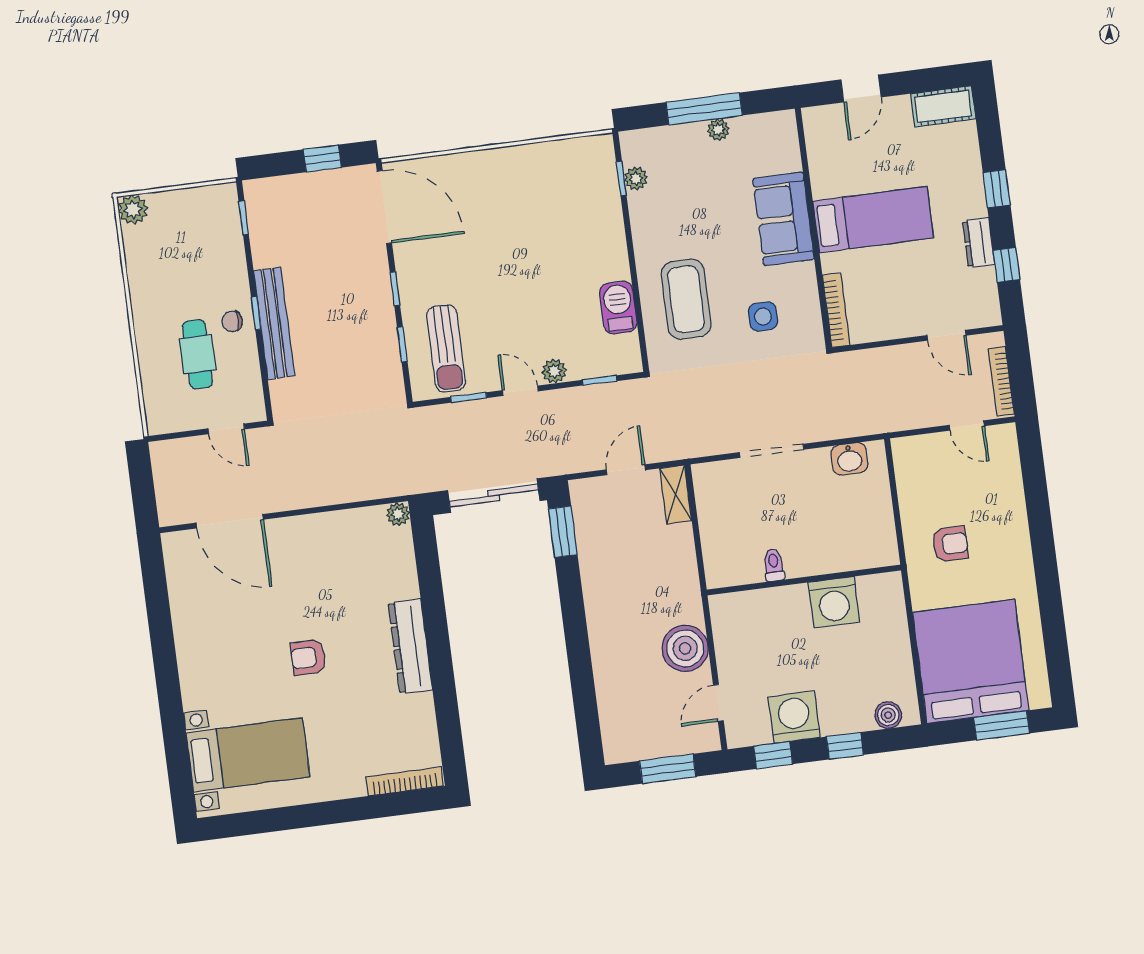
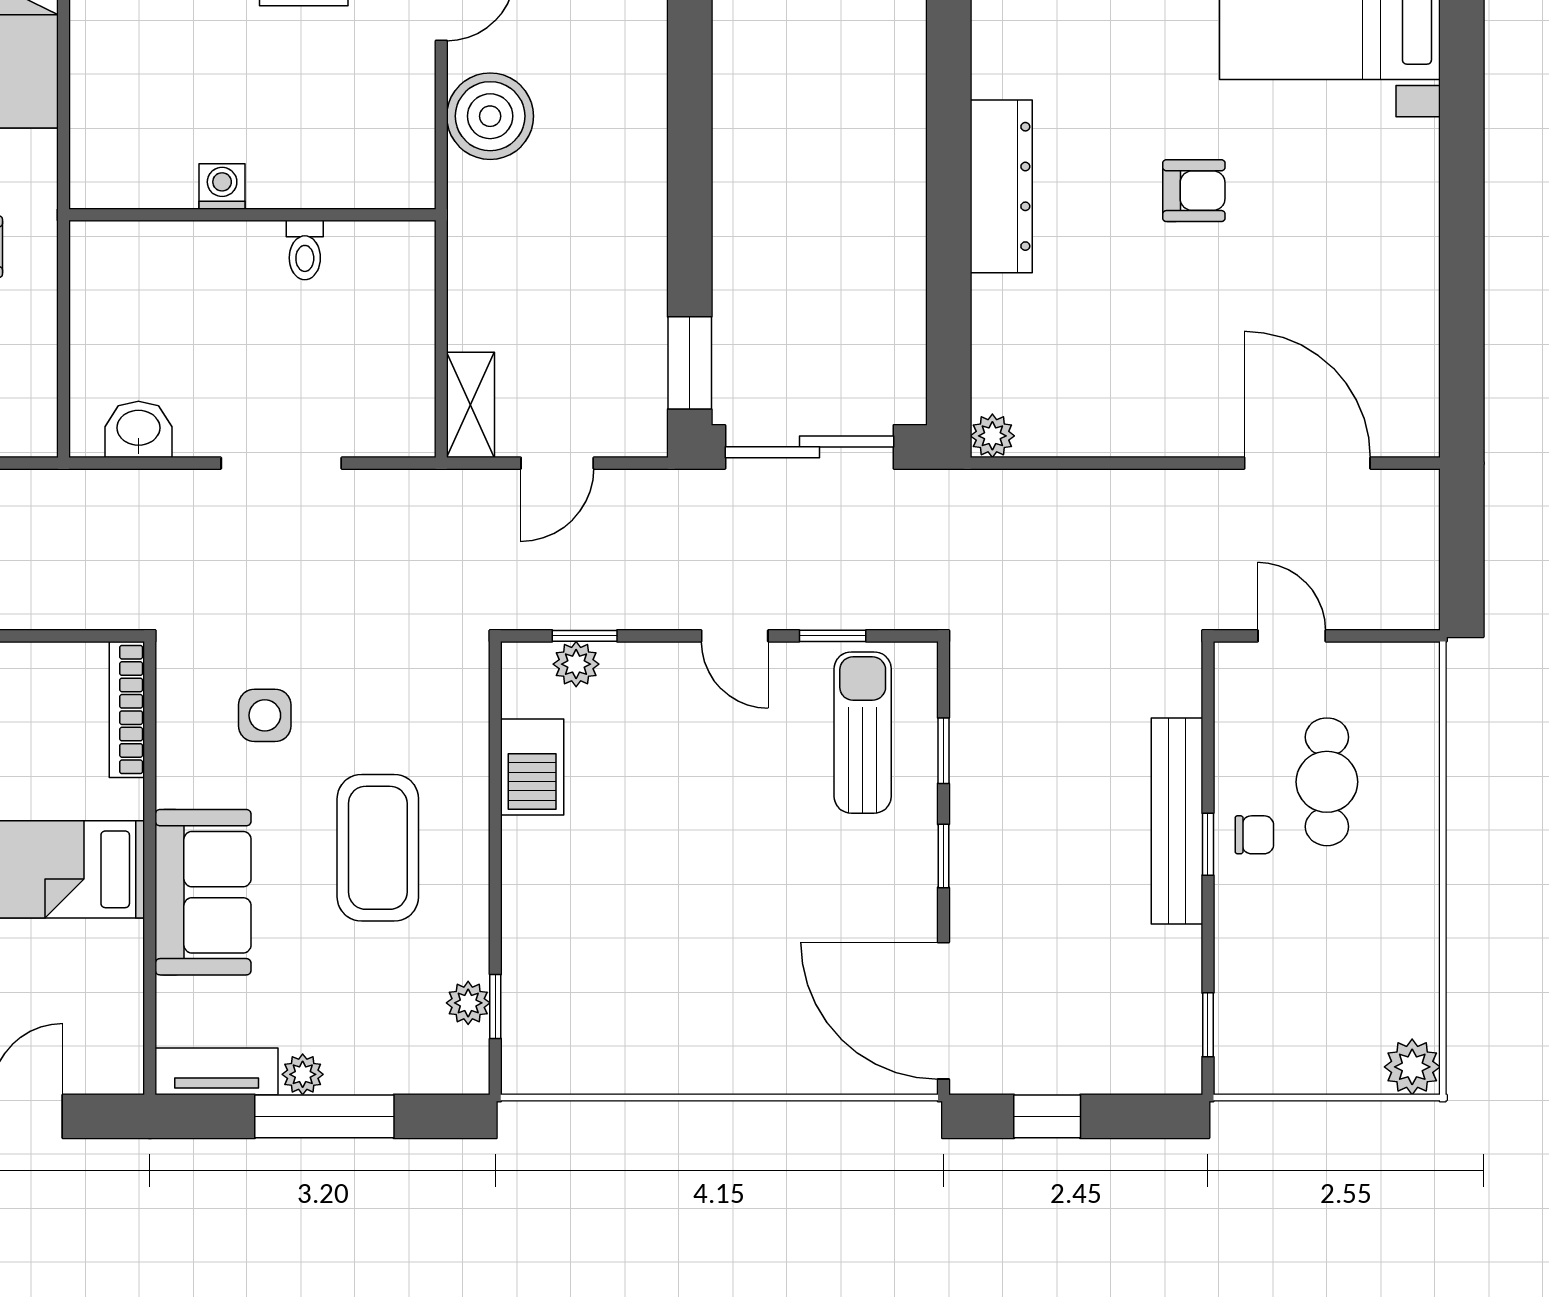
tv unit: (764, 125) -> (217, 1071), added
coffee table: (686, 299) -> (378, 848), moved
plant: (554, 371) -> (576, 664), moved
washing machine: (834, 602) -> (222, 186), width x0.53, depth x0.53

